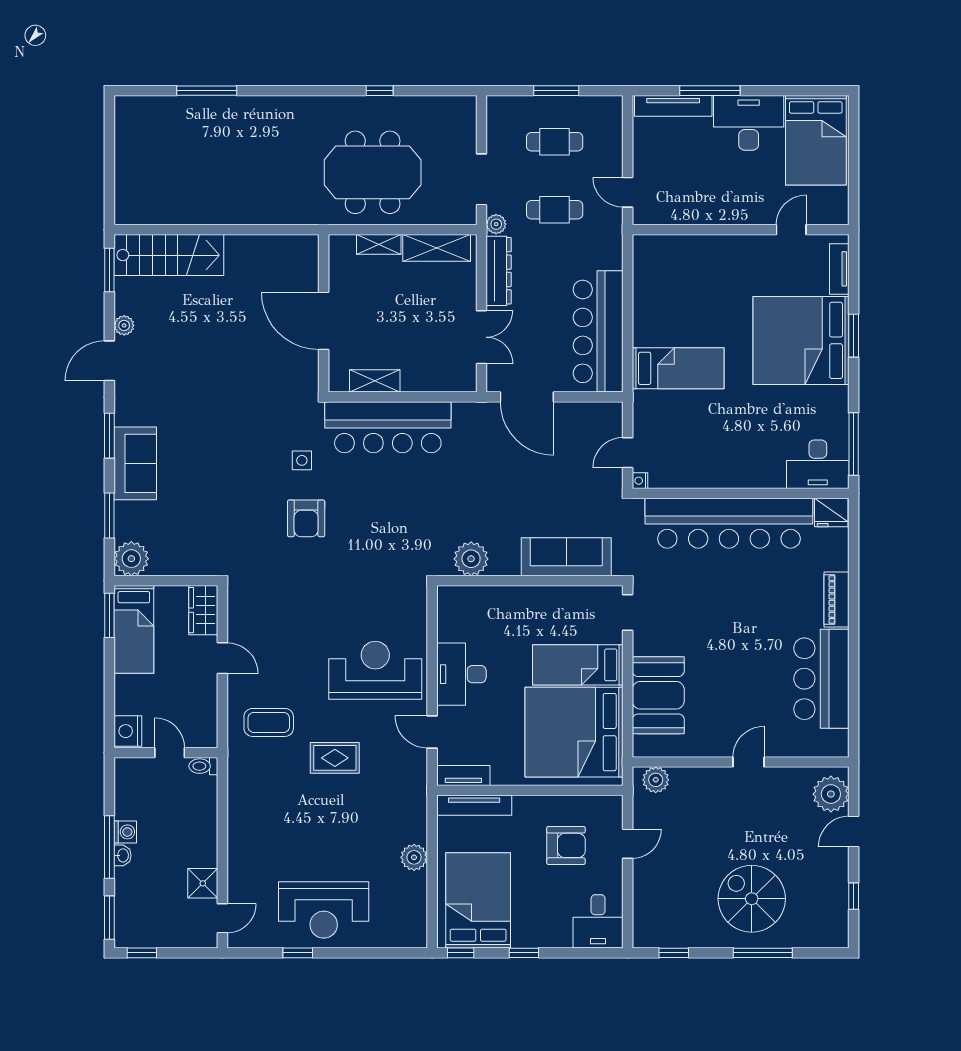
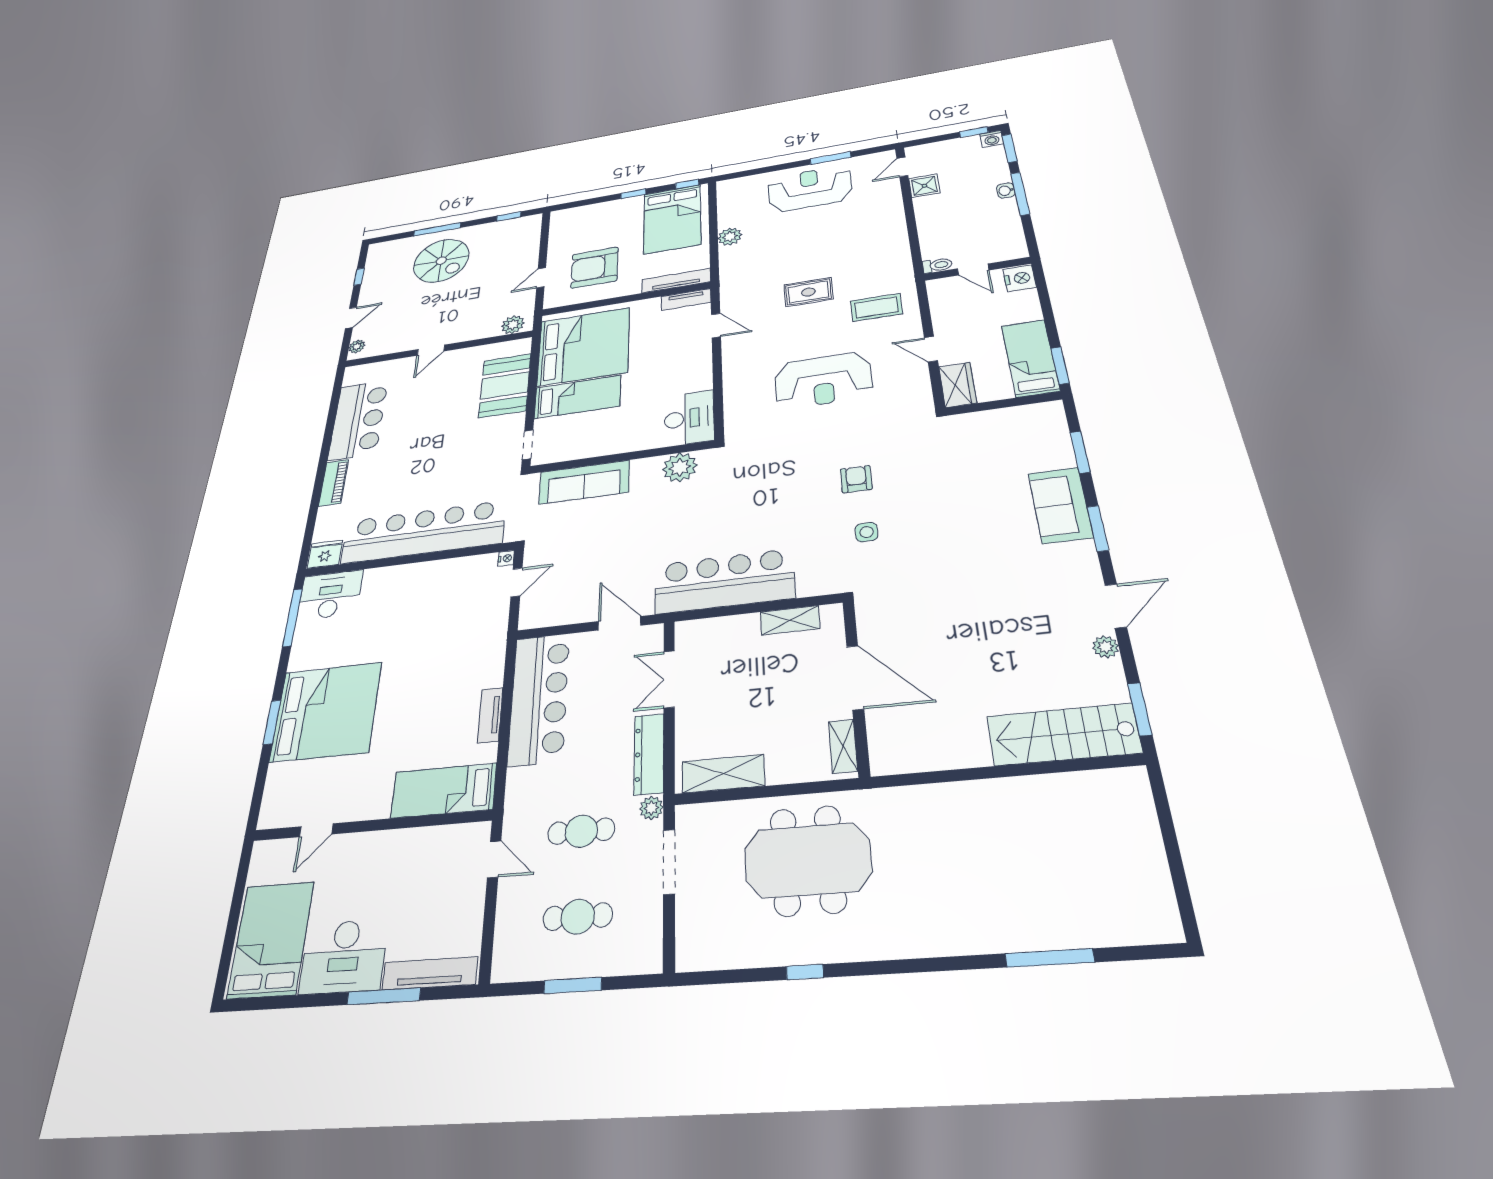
shelving: (379, 244) -> (843, 746), moved, turned 90
tv unit: (839, 269) -> (490, 715), moved, turned 180
bed: (678, 368) -> (444, 791), moved
door: (527, 397) -> (620, 623), width x0.73
bar counter: (388, 427) -> (724, 581), moved
armchair: (306, 518) -> (856, 479), width x0.72, depth x0.72
plant: (131, 559) -> (1046, 417), removed
reception desk: (375, 670) -> (823, 380), moved
desk: (461, 674) -> (689, 418), moved
plant: (831, 794) -> (357, 346), width x0.53, depth x0.53
washing machine: (125, 832) -> (992, 139), moved, turned -90
armchair: (566, 845) -> (595, 268), width x1.36, depth x1.36
desk: (598, 921) -> (570, 224), removed
window: (298, 953) -> (831, 158), width x1.50

